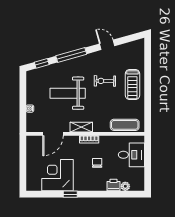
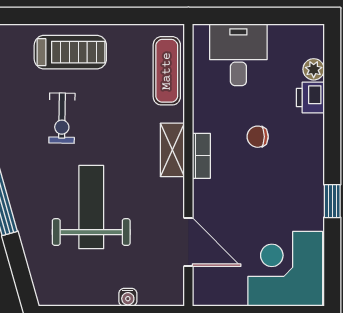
window: (42, 63) -> (20, 269), removed
weight bench: (68, 93) -> (91, 207), turned 180
shelving: (81, 127) -> (172, 150), moved
corner desk: (58, 175) -> (285, 269), moved, turned 90

